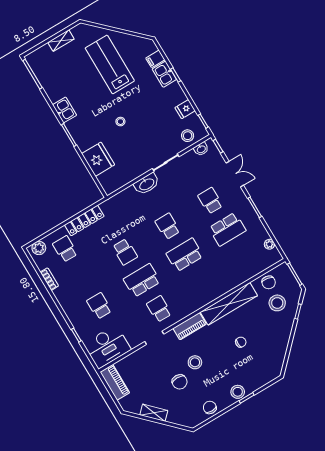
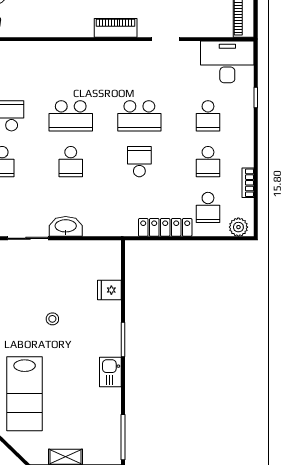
fridge: (98, 159) -> (109, 290), width x0.53, depth x0.75
shelving: (229, 304) -> (53, 26), removed
school desk: (159, 309) -> (208, 162), moved

